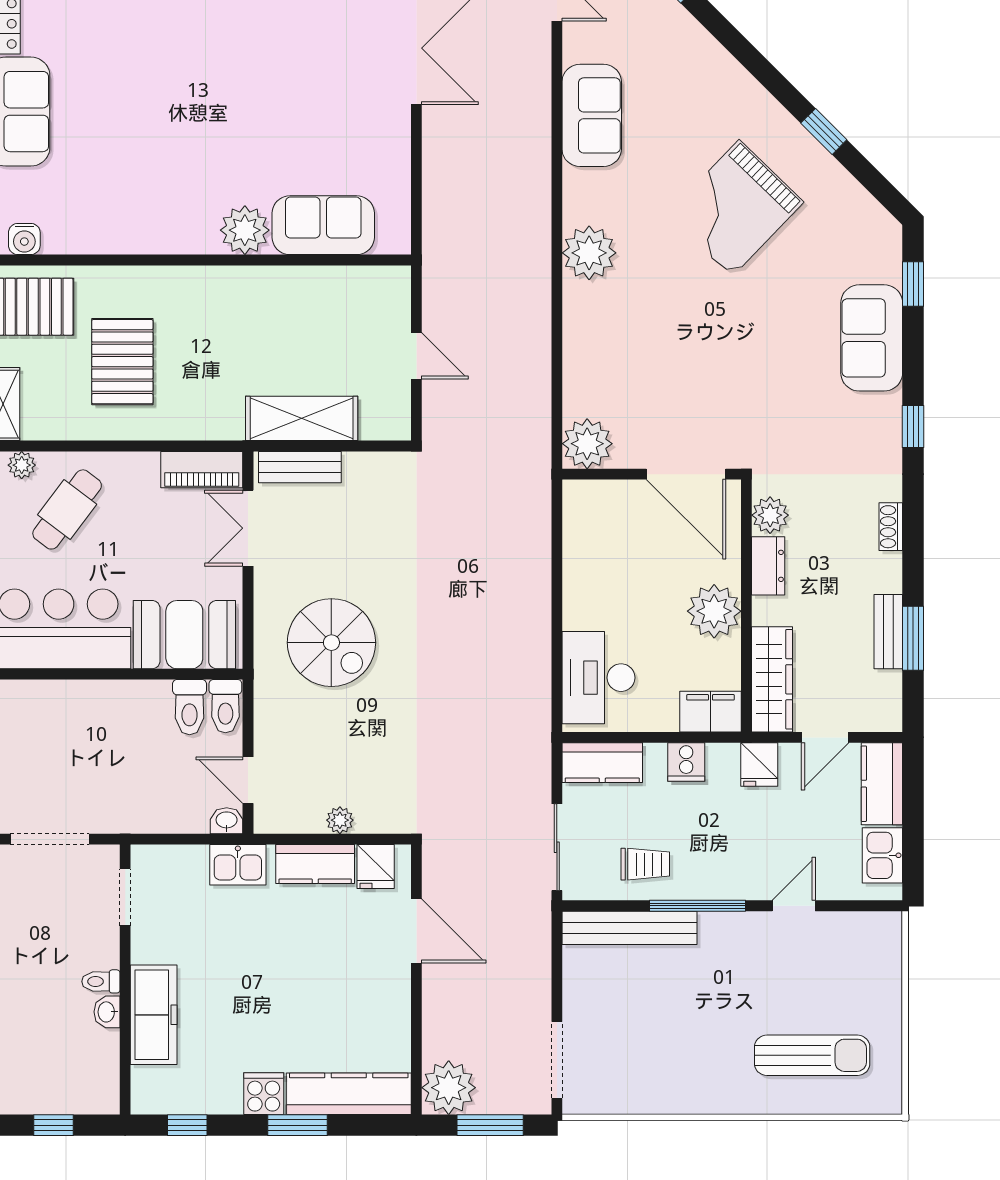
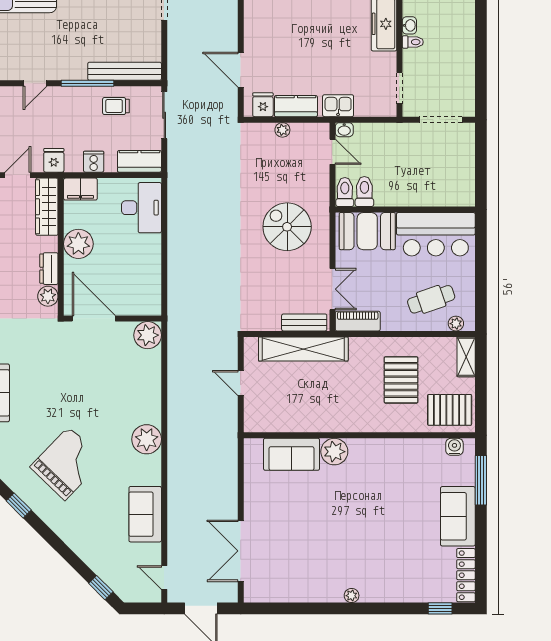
shelving: (302, 418) -> (303, 349), width x1.47
cafe table: (67, 509) -> (431, 299), turned 34

